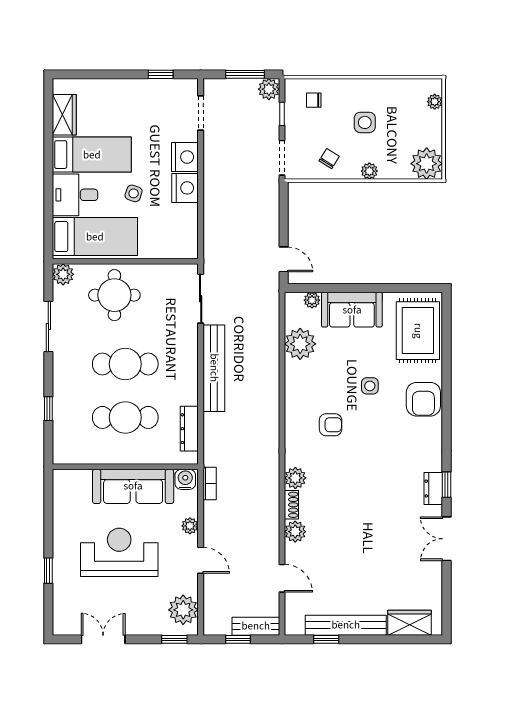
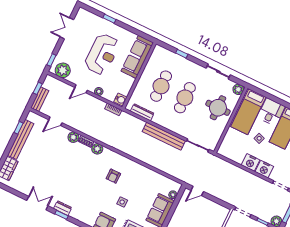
plant: (300, 344) -> (156, 180), removed
sofa: (133, 486) -> (137, 57), moved
double door: (103, 639) -> (67, 28), swing flipped

